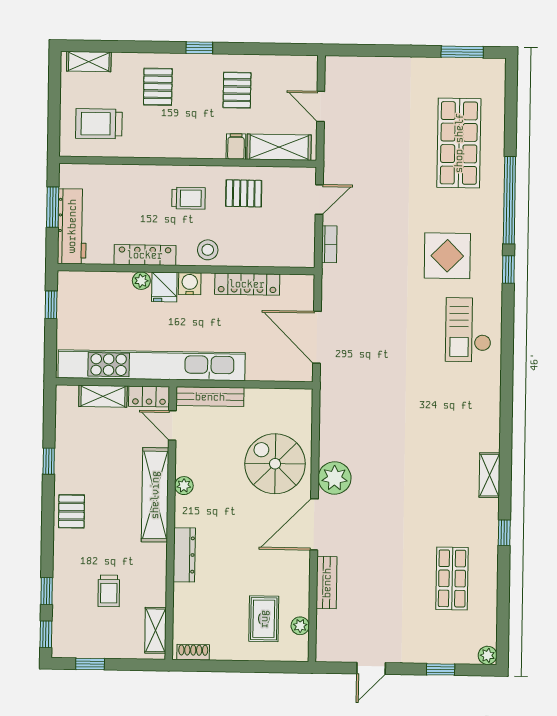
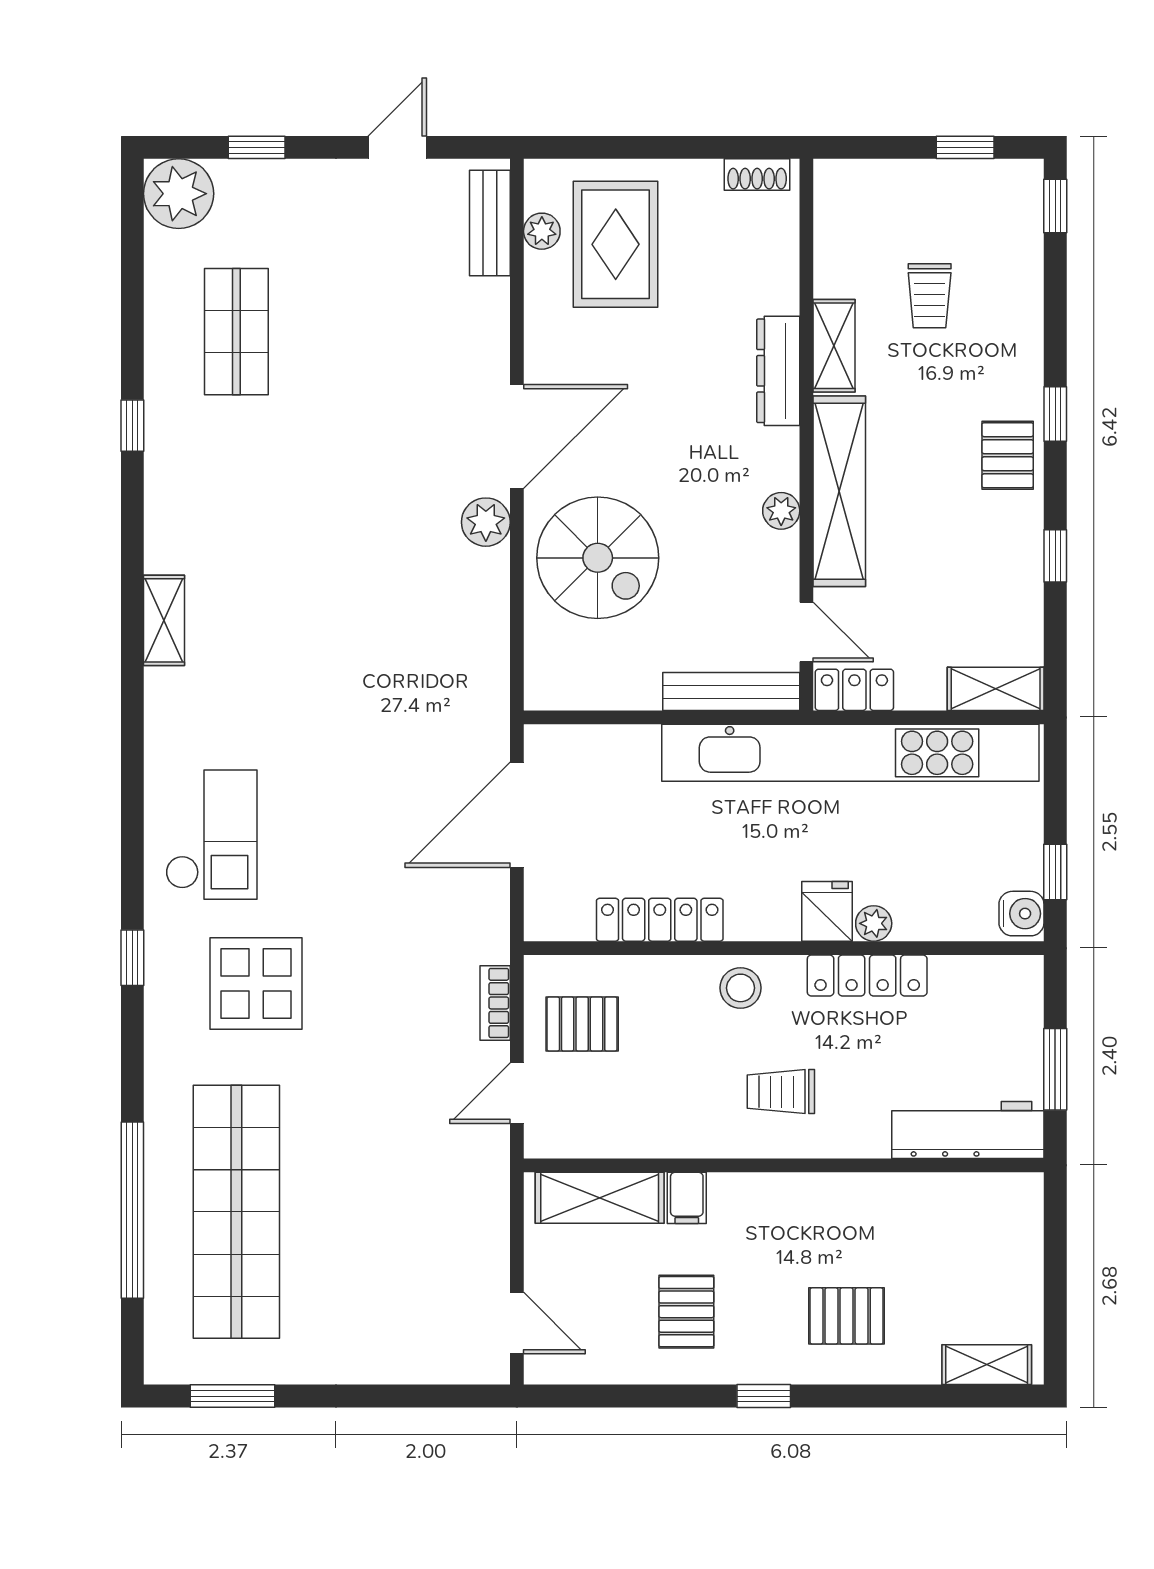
pallet: (158, 87) -> (847, 1316), turned 90
door: (321, 106) -> (517, 1323), moved
trolley: (99, 124) -> (964, 1239), removed
shop shelf: (459, 143) -> (236, 1212), width x1.40
pallet: (244, 193) -> (582, 1024), moved
window: (509, 200) -> (132, 1210), moved
workbench: (72, 226) -> (968, 1130), moved, turned 90
water cooler: (190, 284) -> (1021, 914), moved, turned -90
door: (317, 337) -> (517, 815), swing flipped
shelving: (103, 396) -> (996, 689), moved
shelving: (489, 475) -> (164, 620), moved
plant: (335, 478) -> (486, 522), width x0.73, depth x0.73
bench: (327, 583) -> (490, 223), moved
window: (47, 591) -> (1055, 414), moved
trolley: (109, 591) -> (930, 296), turned 180
rug: (264, 619) -> (616, 244), width x1.36, depth x1.43
shelving: (155, 630) -> (834, 346), moved
plant: (487, 655) -> (179, 194), width x1.87, depth x1.87

